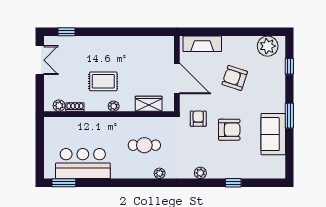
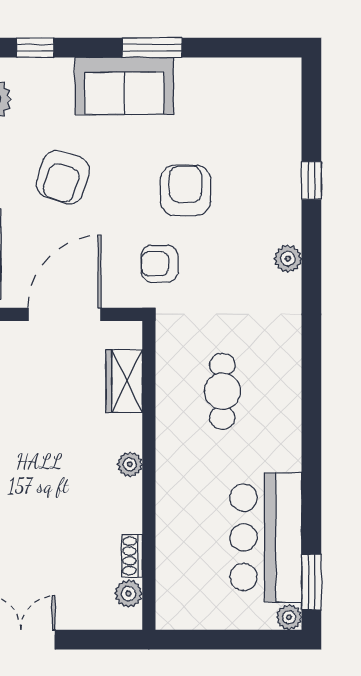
rug: (103, 81) -> (71, 489), removed
sofa: (273, 134) -> (124, 86), moved
plant: (160, 173) -> (289, 617), moved

